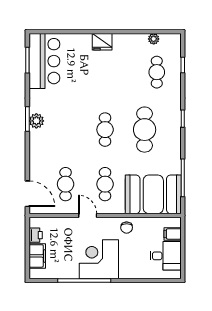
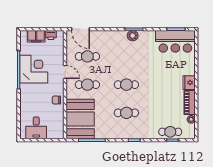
piano: (130, 41) -> (190, 102), added
cafe table: (157, 72) -> (170, 132), moved
cafe table: (145, 130) -> (126, 113), width x0.73, depth x0.74
door: (27, 194) -> (81, 29), hinge flipped
door: (88, 216) -> (65, 72), hinge flipped
filing cabinet: (173, 234) -> (52, 133), removed
corner desk: (99, 259) -> (34, 69), moved

